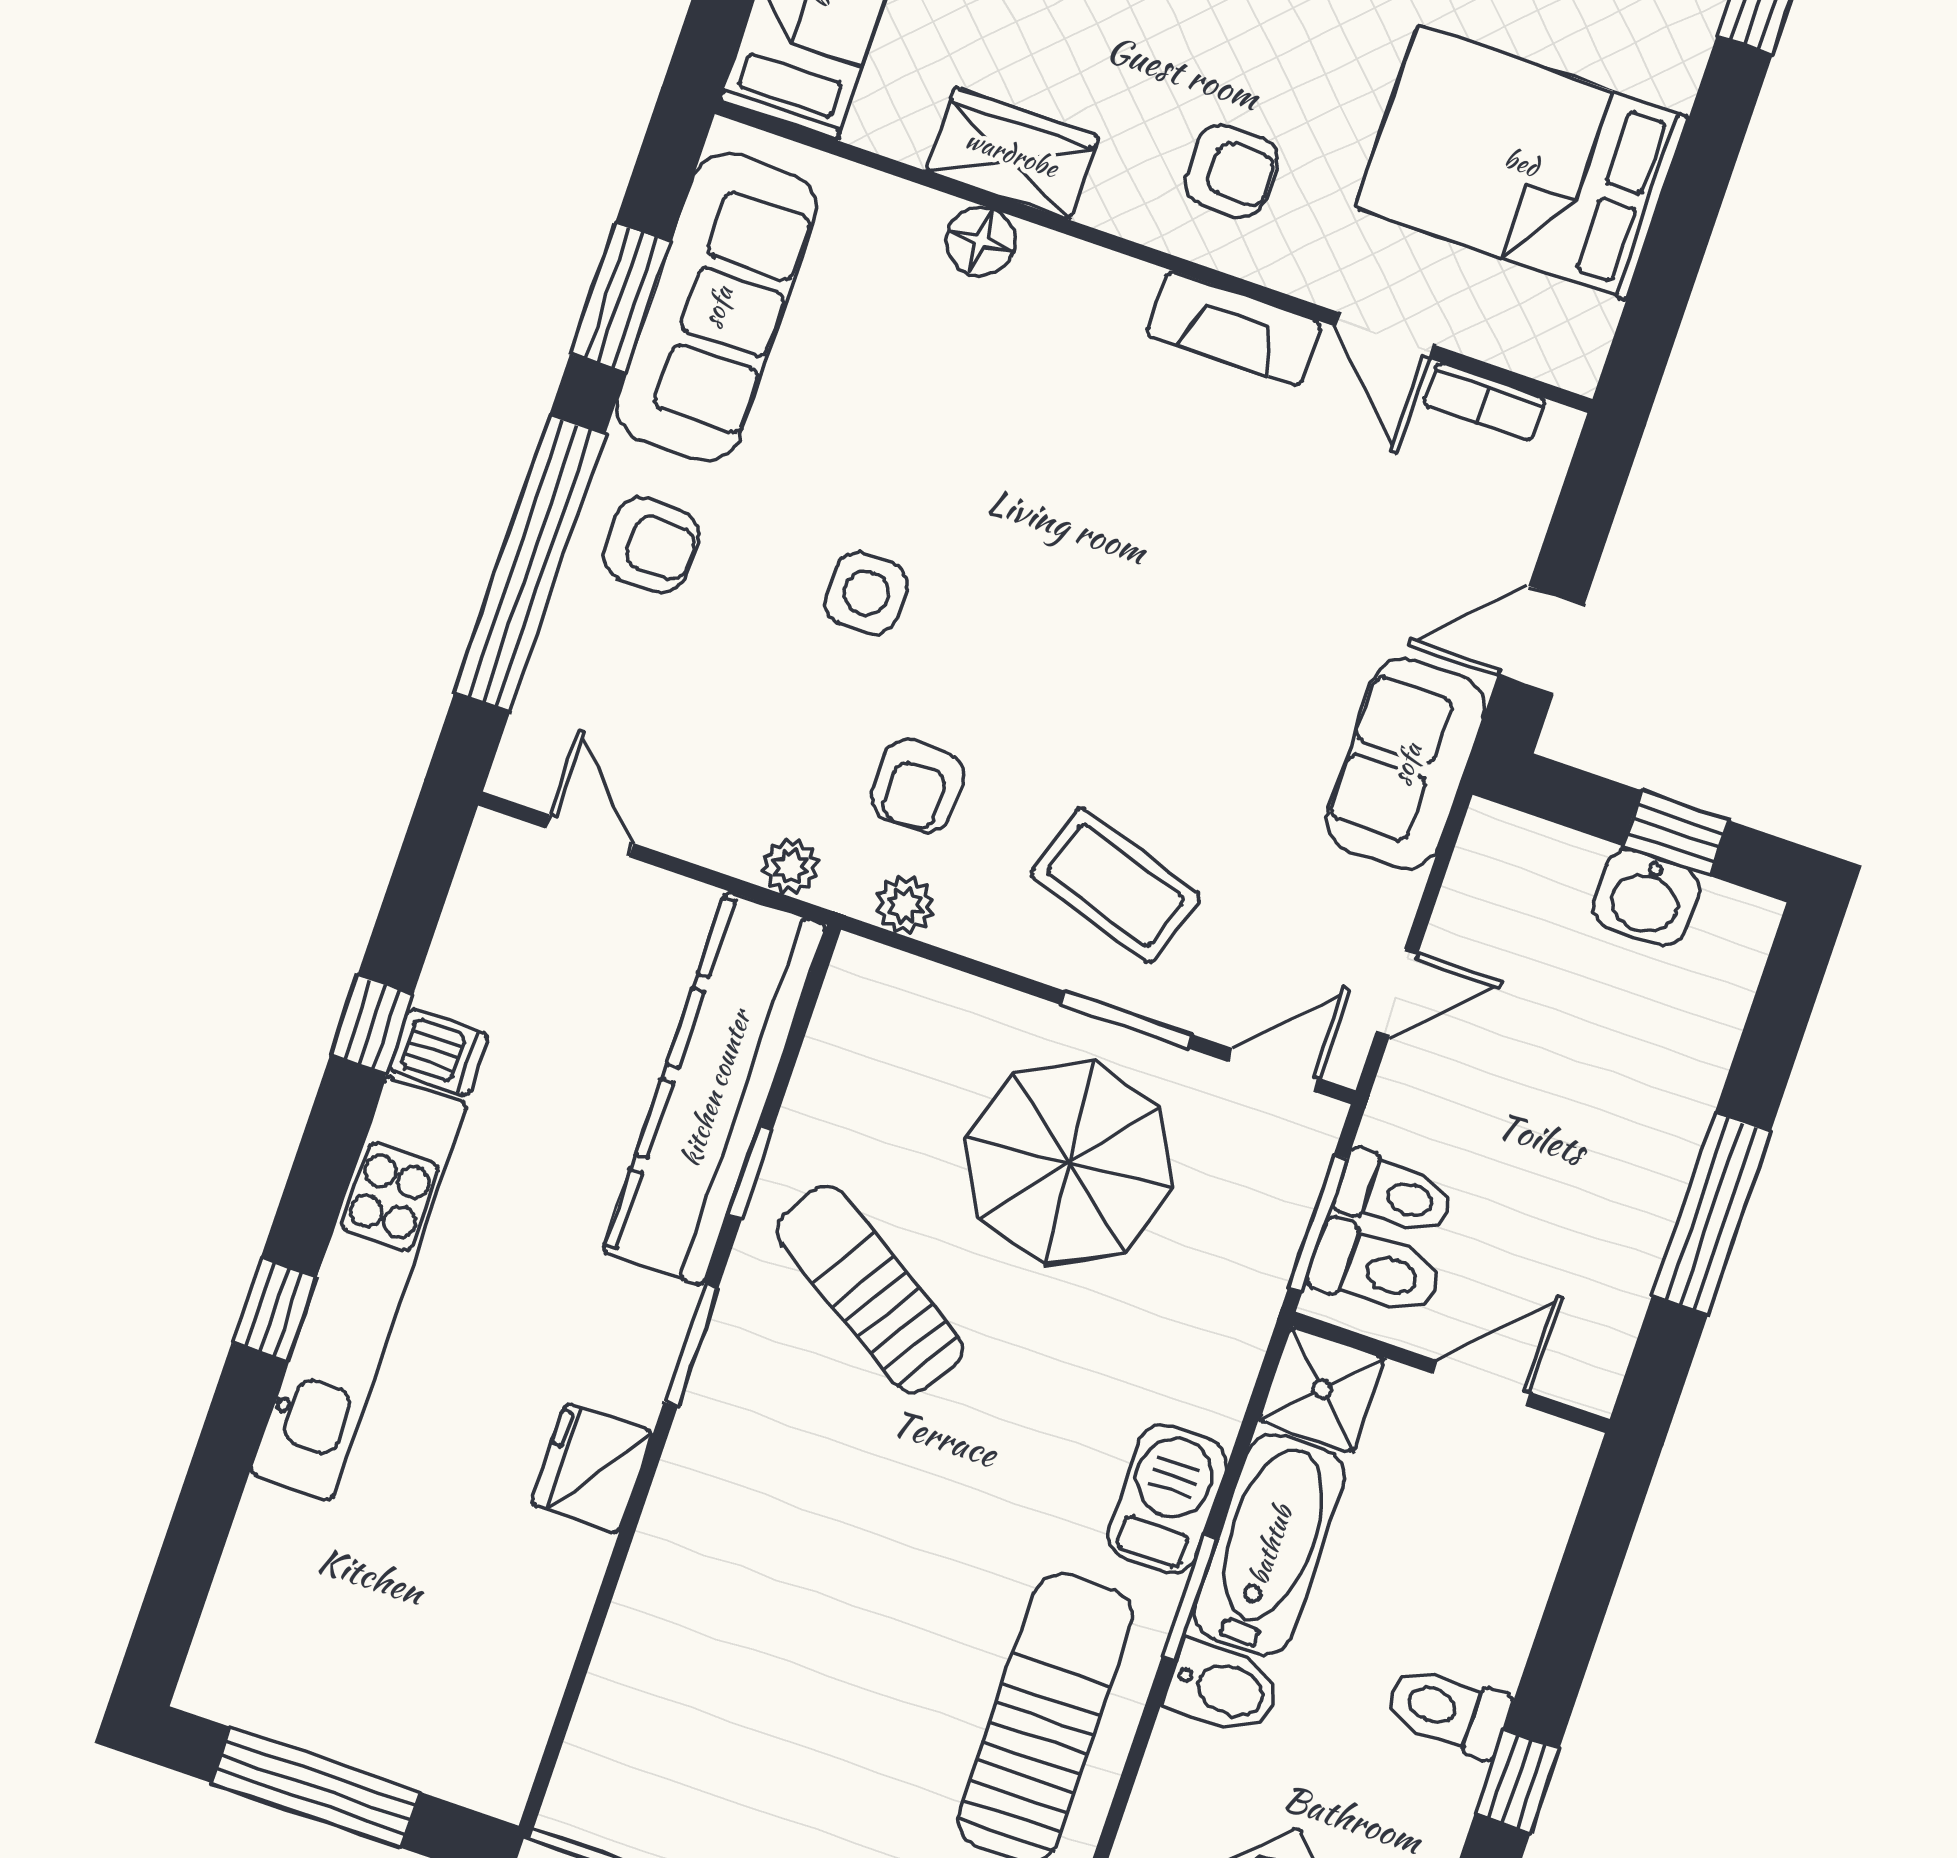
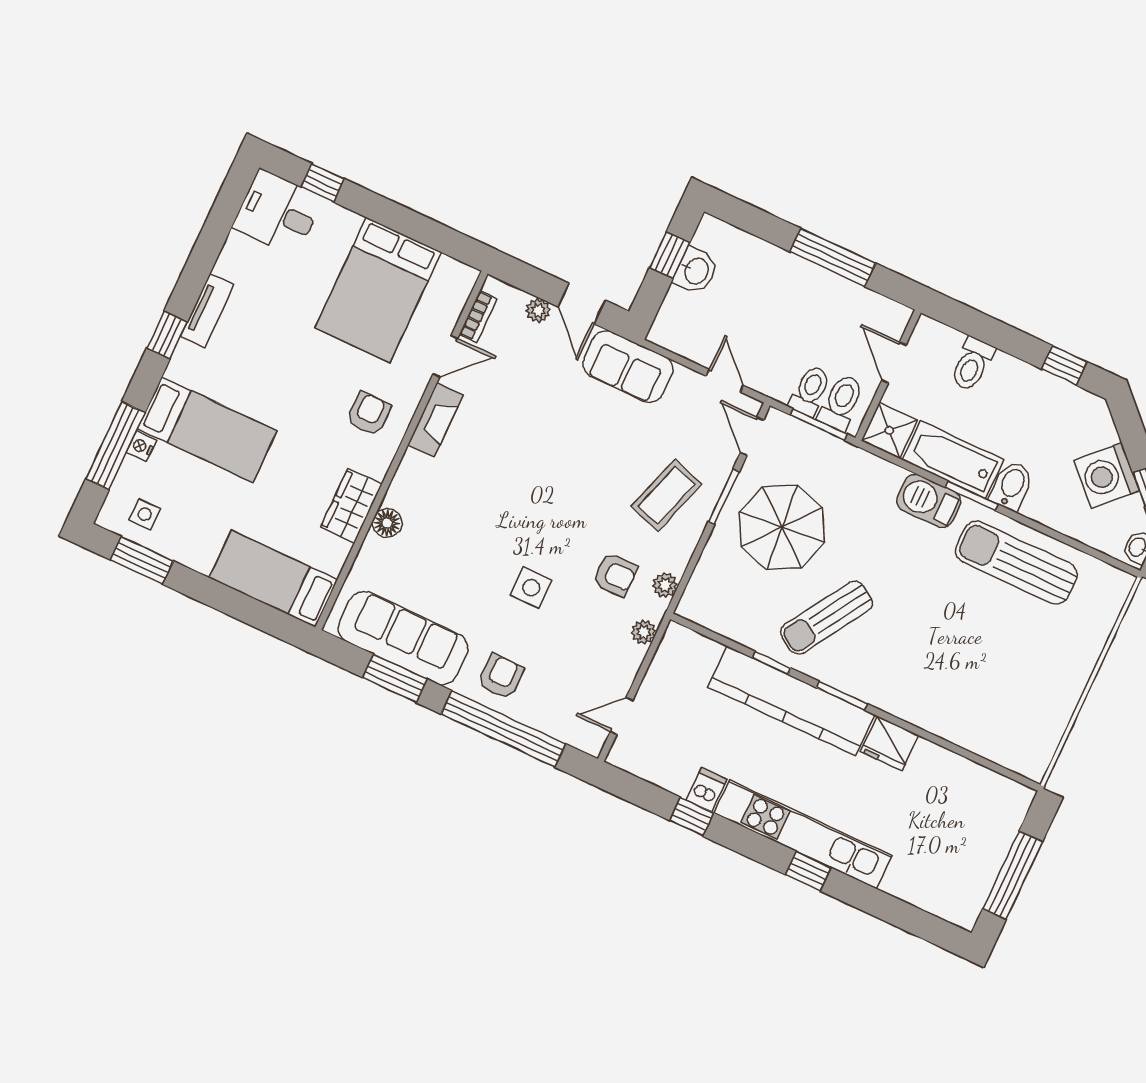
plant: (1514, 540) -> (538, 310), added
kitchen counter: (715, 1088) -> (791, 701), moved
toilet: (1447, 1711) -> (972, 364), moved

